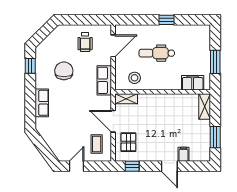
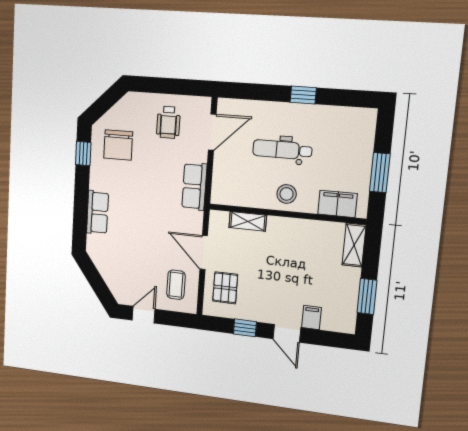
chair: (64, 71) -> (118, 145), moved, turned 180
stool: (135, 78) -> (287, 194), moved
shelving: (126, 99) -> (248, 221), moved
window: (132, 166) -> (245, 328), moved

